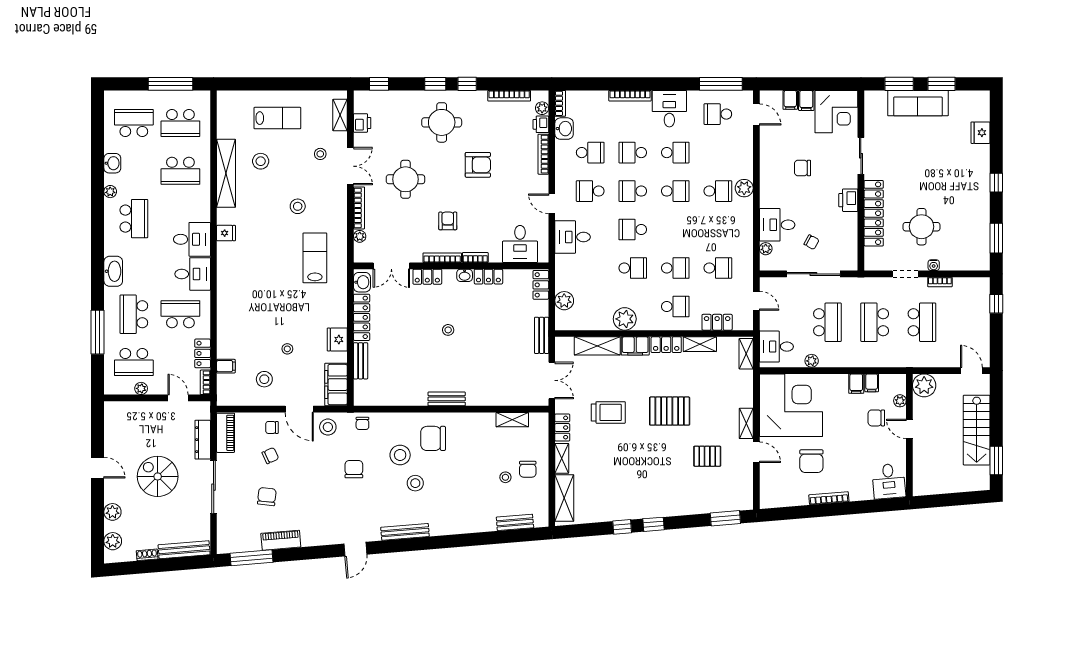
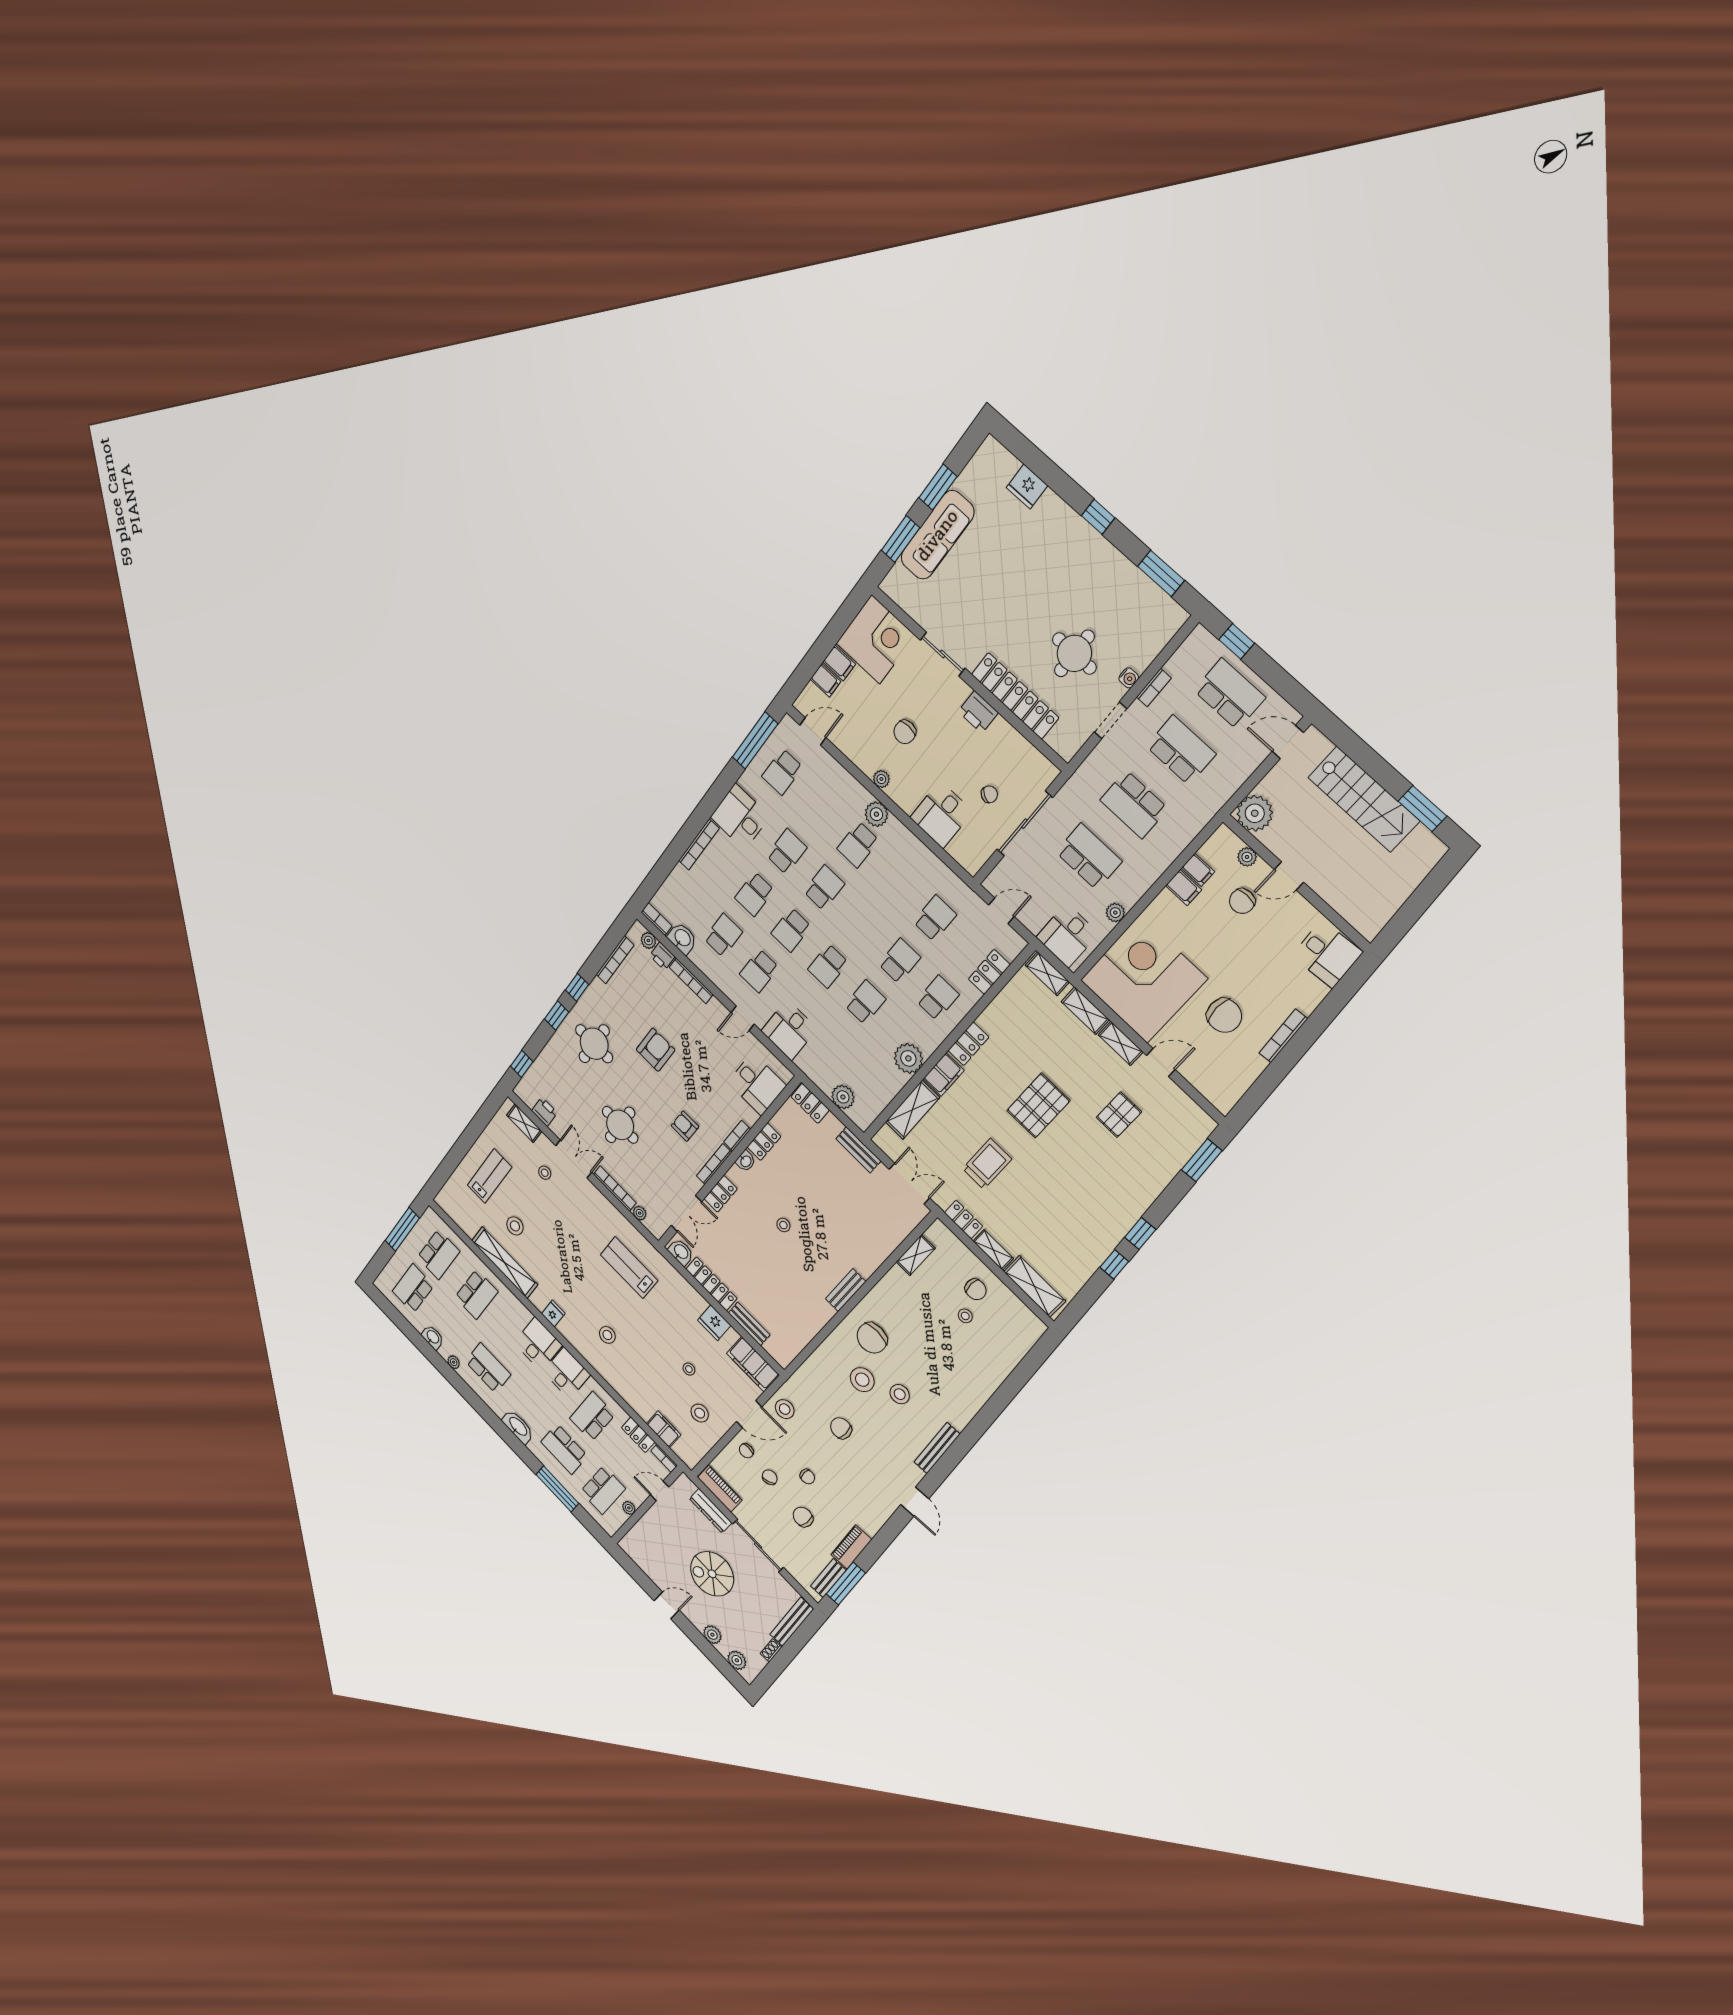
school desk: (718, 191) -> (858, 844), turned 180
stool: (298, 206) -> (607, 1335), moved
plant: (766, 249) -> (881, 779), moved
school desk: (969, 322) -> (1229, 694), added
shelving: (700, 344) -> (1085, 1011), moved, turned 90
filing cabinet: (226, 366) -> (664, 1429), width x2.00
chair: (362, 423) -> (807, 1477), moved
bench: (515, 522) -> (828, 1578), moved

